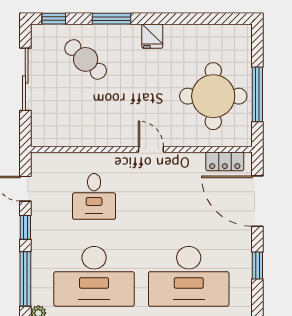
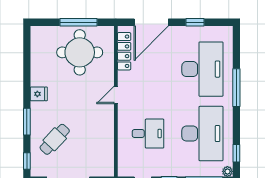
locker: (225, 161) -> (124, 51), width x1.53

